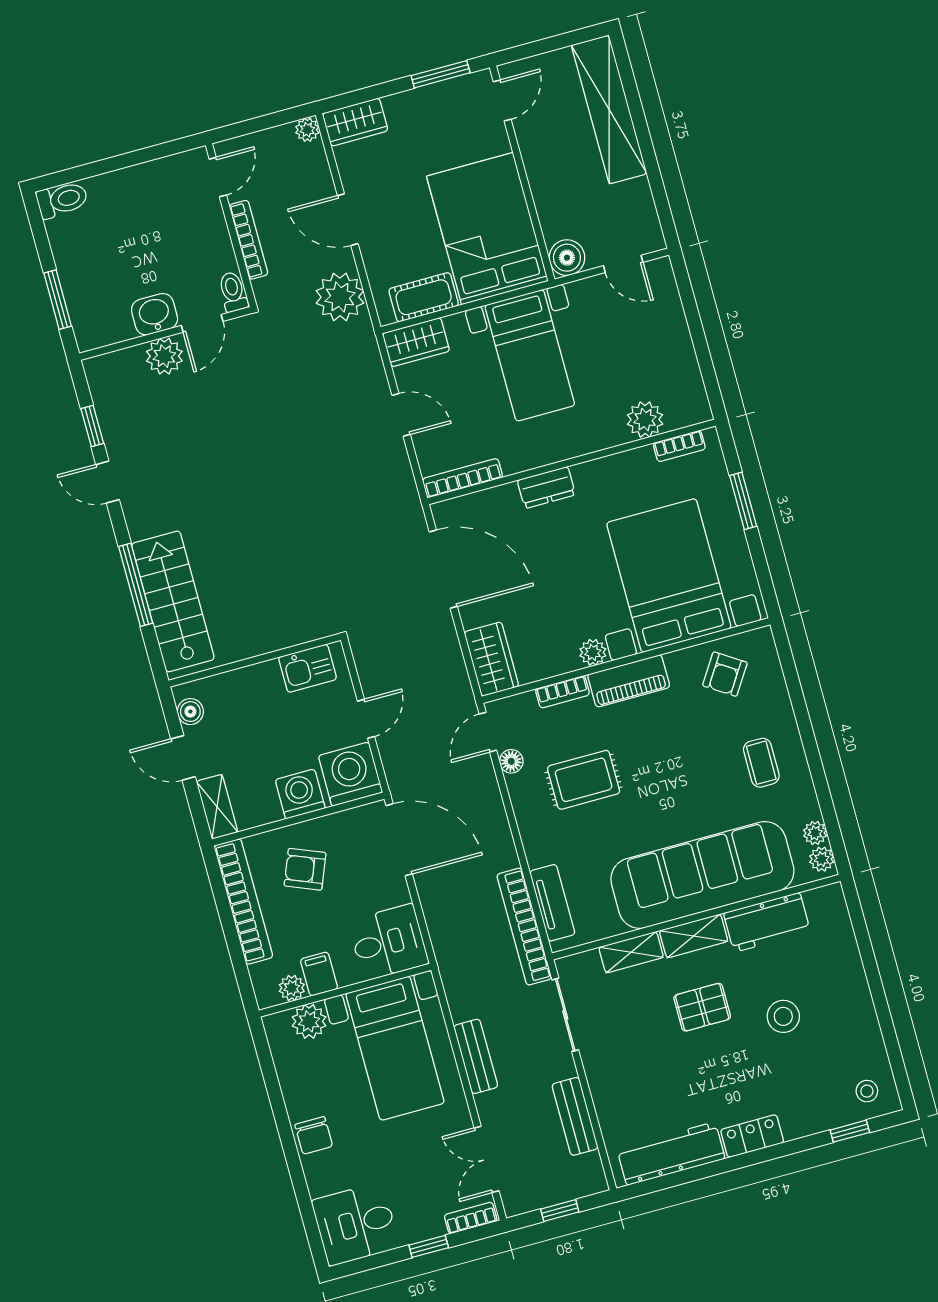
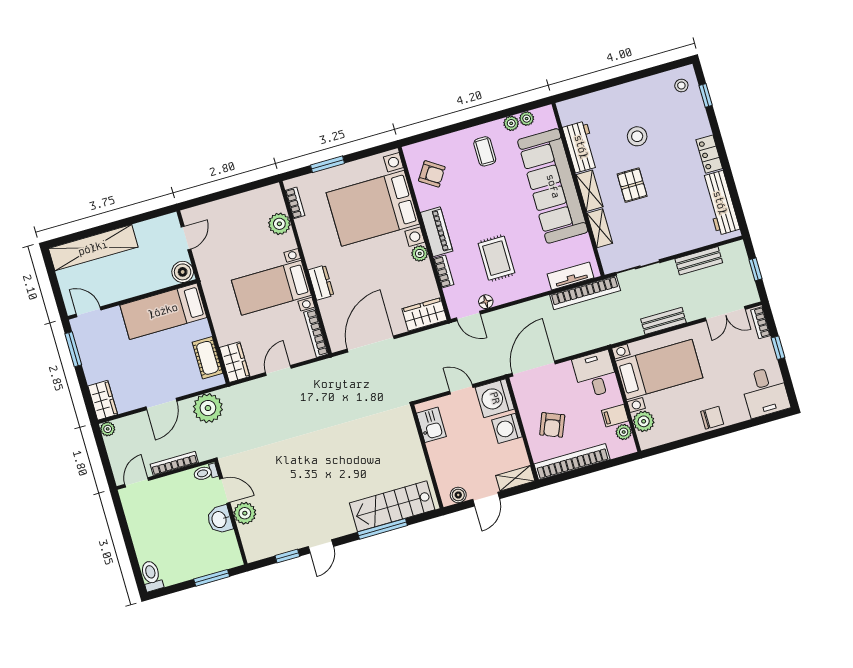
door: (218, 177) -> (137, 482), hinge flipped
bed: (487, 229) -> (163, 311), width x0.67
bed with nightstands: (530, 355) -> (271, 288), moved, turned 180
coffee table: (761, 763) -> (485, 151), turned 90
plant: (822, 859) -> (511, 123), moved

